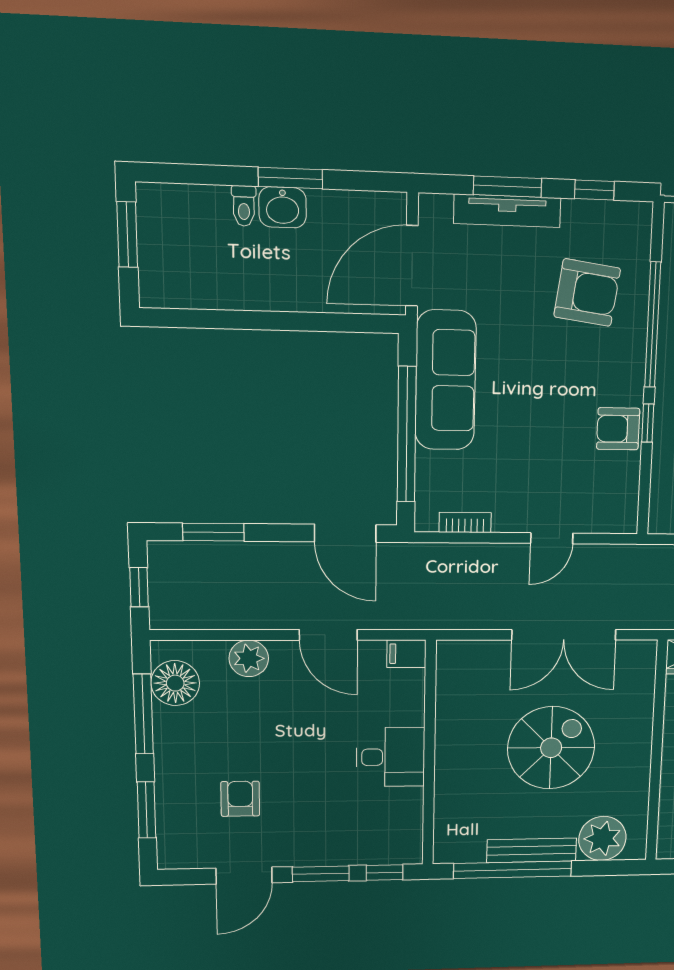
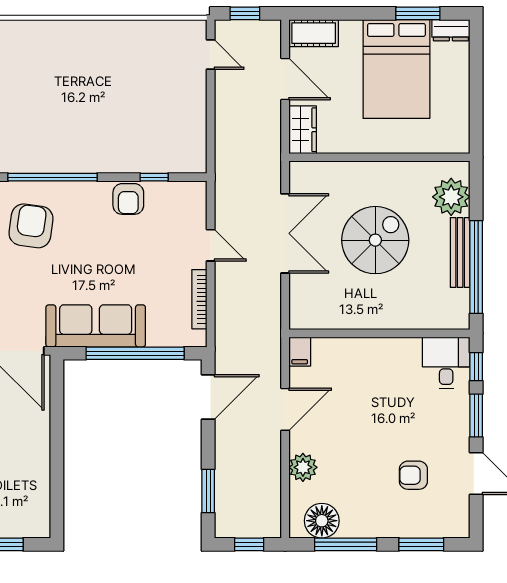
window: (648, 423) -> (154, 177), moved
bookcase: (465, 522) -> (199, 299), width x1.56
spiral stairs: (551, 748) -> (375, 240), turned 90
desk: (391, 757) -> (446, 363), moved

